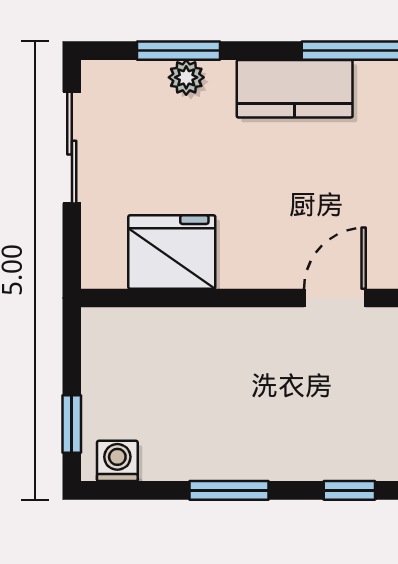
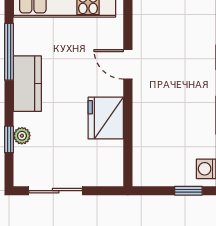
window: (179, 51) -> (9, 139), width x0.67
fridge: (172, 252) -> (106, 118), moved

